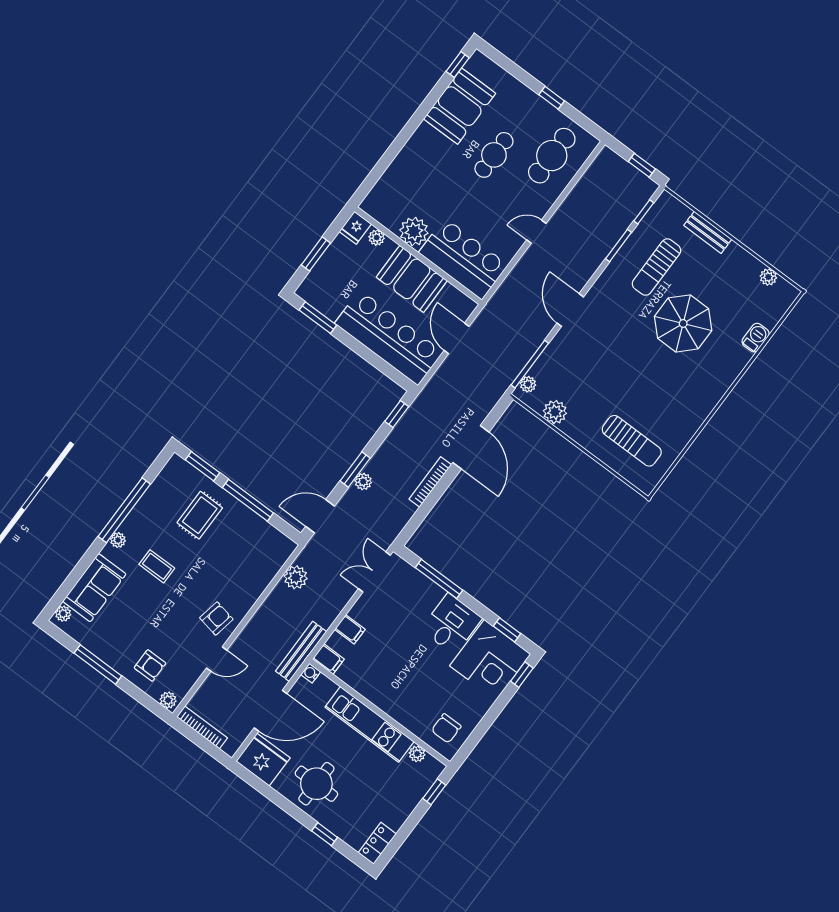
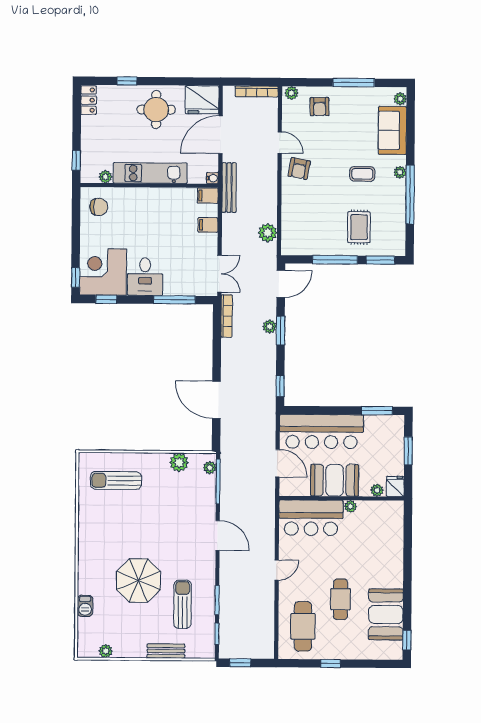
plant: (414, 231) -> (350, 506), width x0.53, depth x0.53
bookcase: (430, 482) -> (227, 316), moved
door: (217, 659) -> (280, 142), swing flipped
armchair: (150, 666) -> (320, 107), turned -91
chair: (446, 728) -> (99, 207), turned 90

